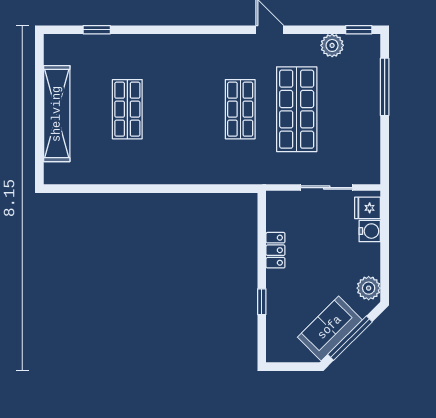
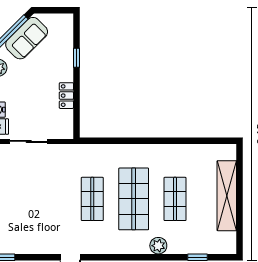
plant: (332, 45) -> (158, 246), moved
shop shelf: (297, 109) -> (134, 199), moved

